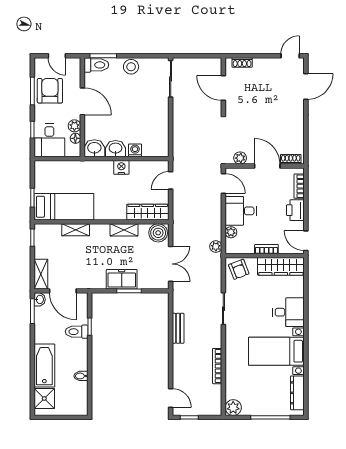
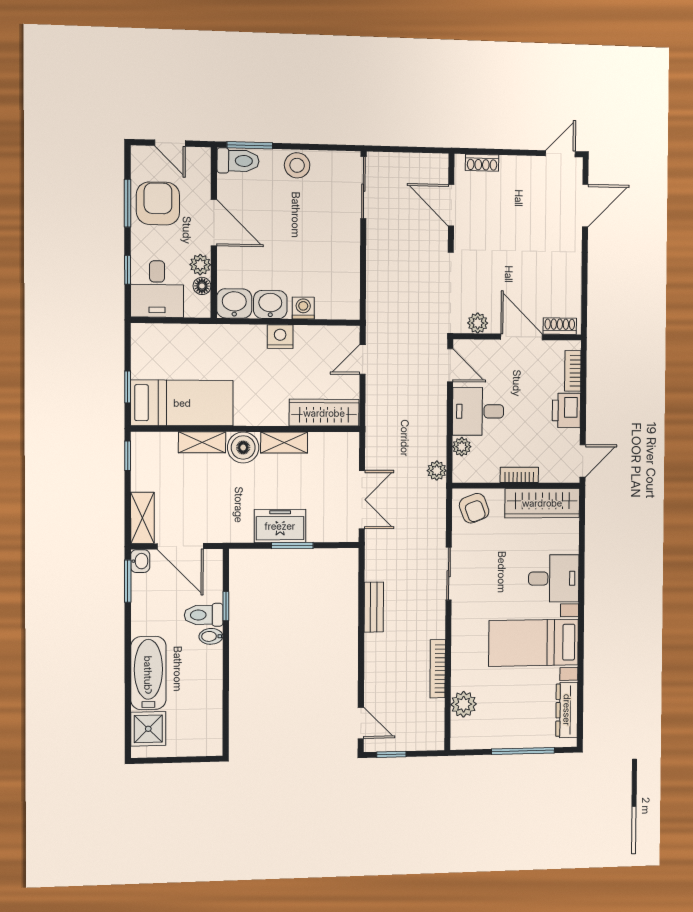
boiler: (158, 233) -> (243, 447), moved
door: (306, 241) -> (583, 461), swing flipped
bidet: (81, 376) -> (211, 636), moved
plant: (233, 408) -> (464, 704), moved

